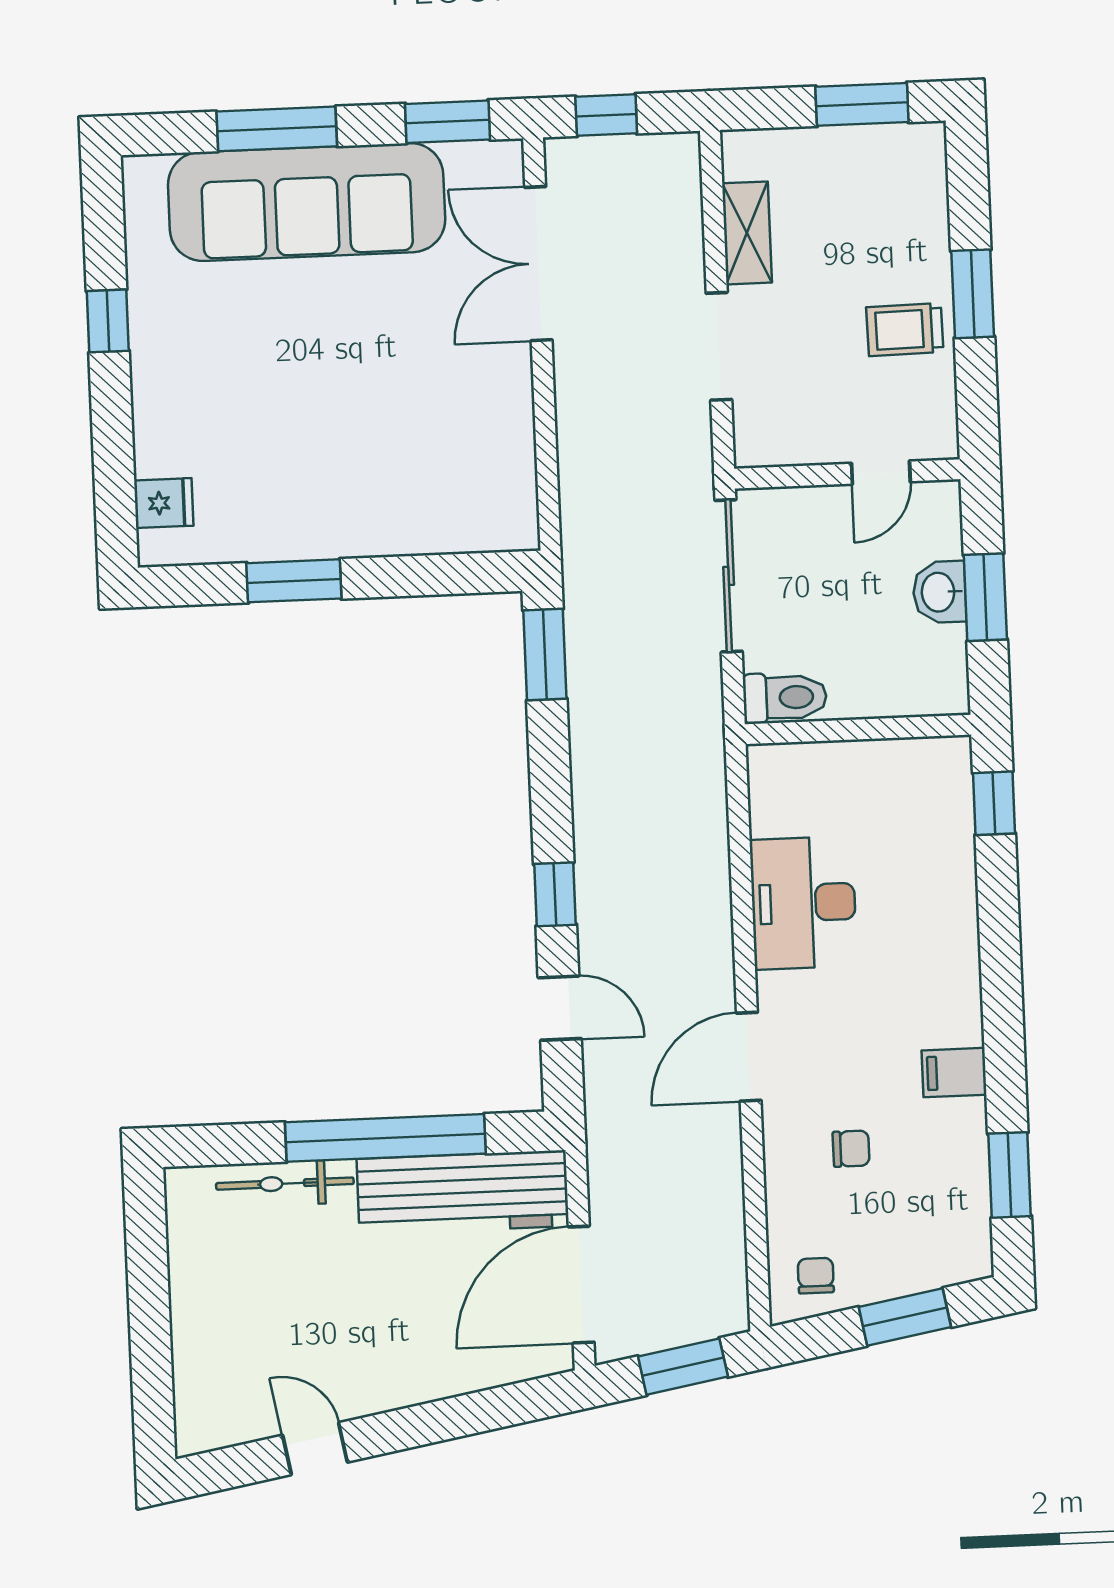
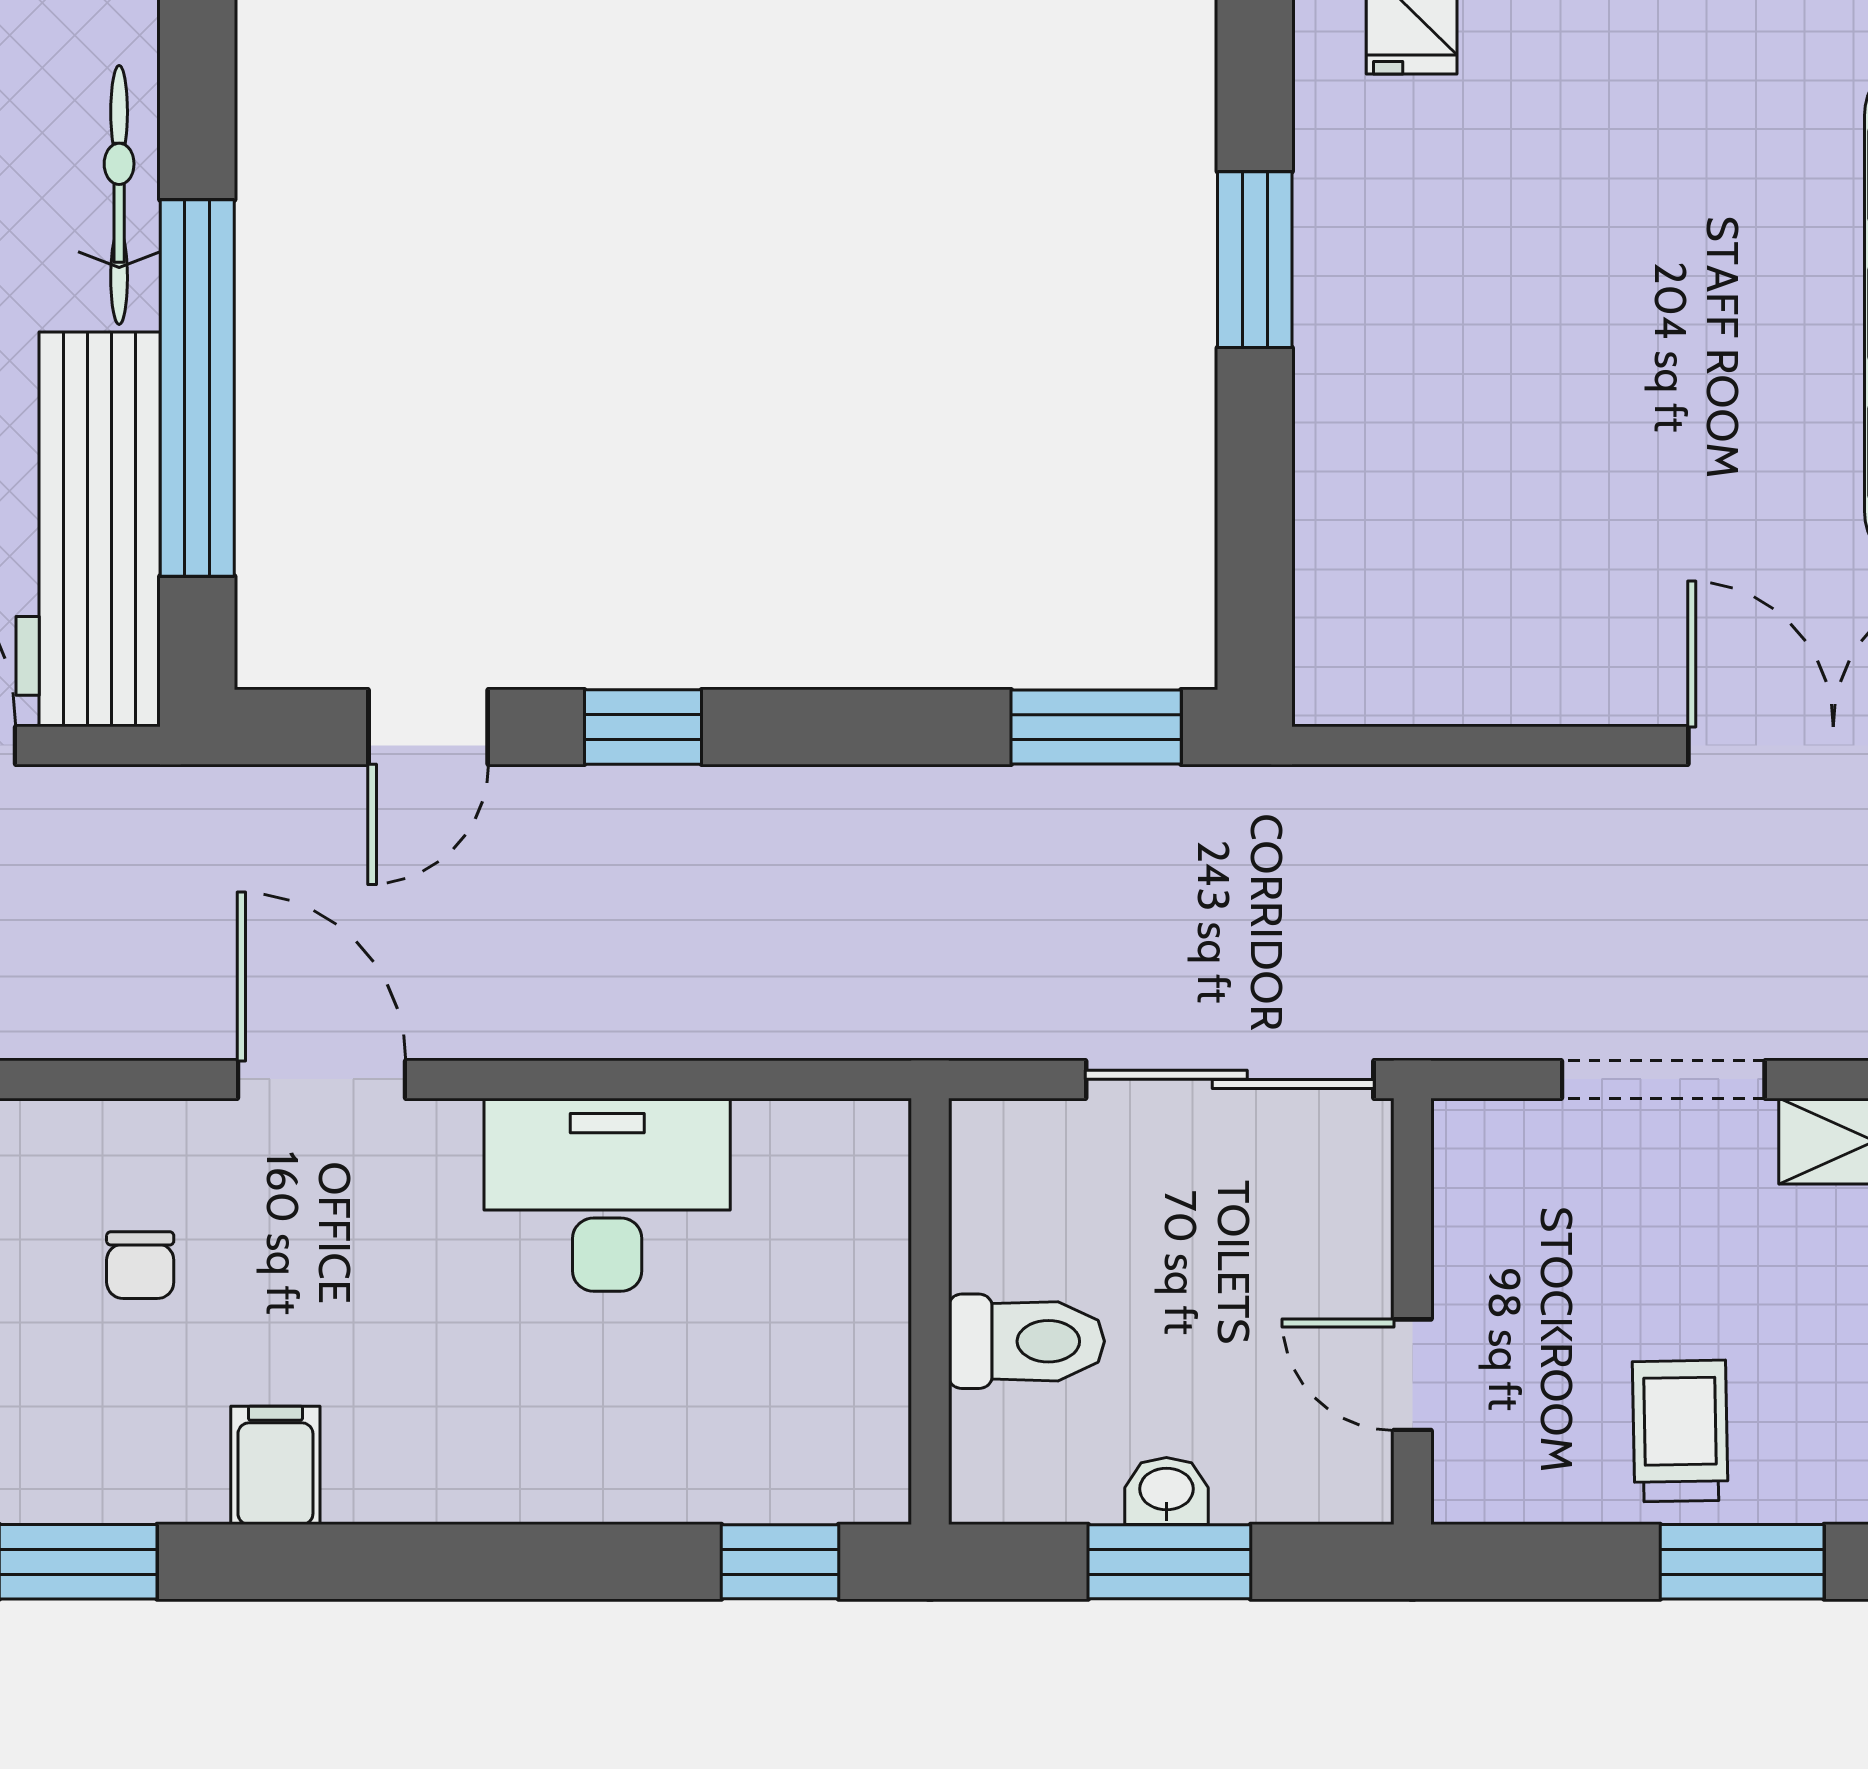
washbasin: (940, 592) -> (1166, 1491), width x0.72, depth x0.69
toilet: (785, 698) -> (1026, 1341), moved, turned -90

